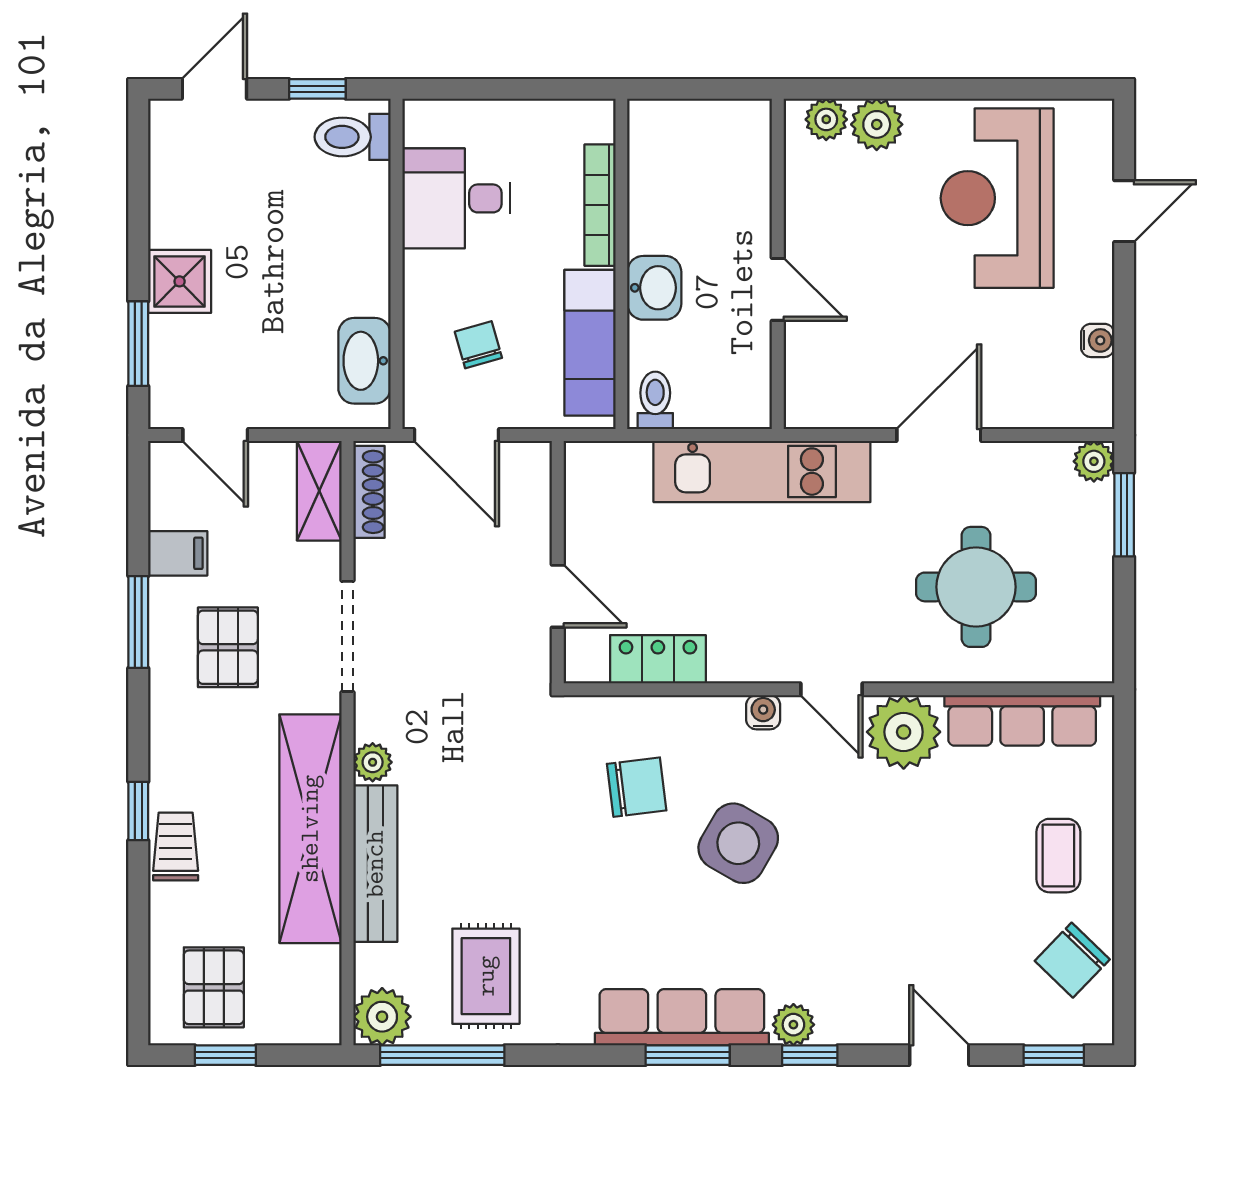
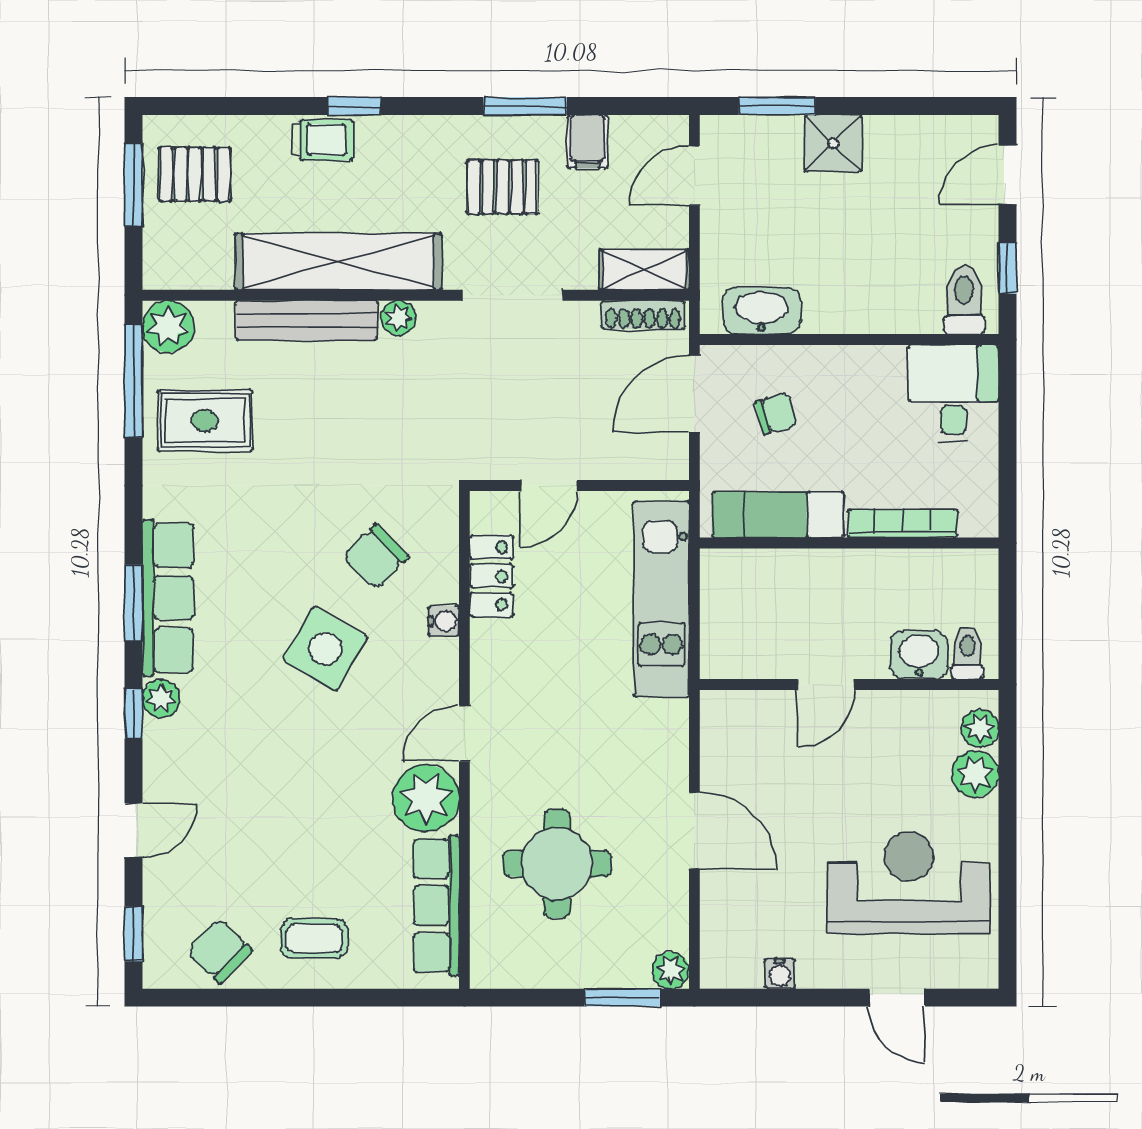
door: (214, 89) -> (1008, 175), swing flipped
desk: (456, 198) -> (953, 394), moved
washbasin: (654, 288) -> (919, 655), moved, turned 180
toilet: (655, 400) -> (967, 653), moved, turned -90
kitchen unit: (762, 472) -> (661, 599), moved
water cooler: (763, 712) -> (444, 621), moved
chair: (637, 787) -> (376, 557), turned 52
window: (225, 1055) -> (134, 185), width x1.50

